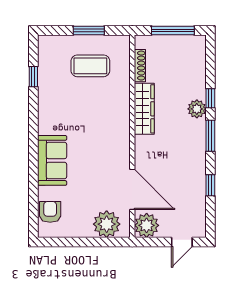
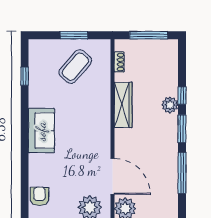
coffee table: (90, 66) -> (75, 67), turned -49
shoe rack: (140, 66) -> (119, 62), width x0.70
sofa: (52, 160) -> (41, 131), moved
window: (210, 185) -> (182, 173), width x2.17

